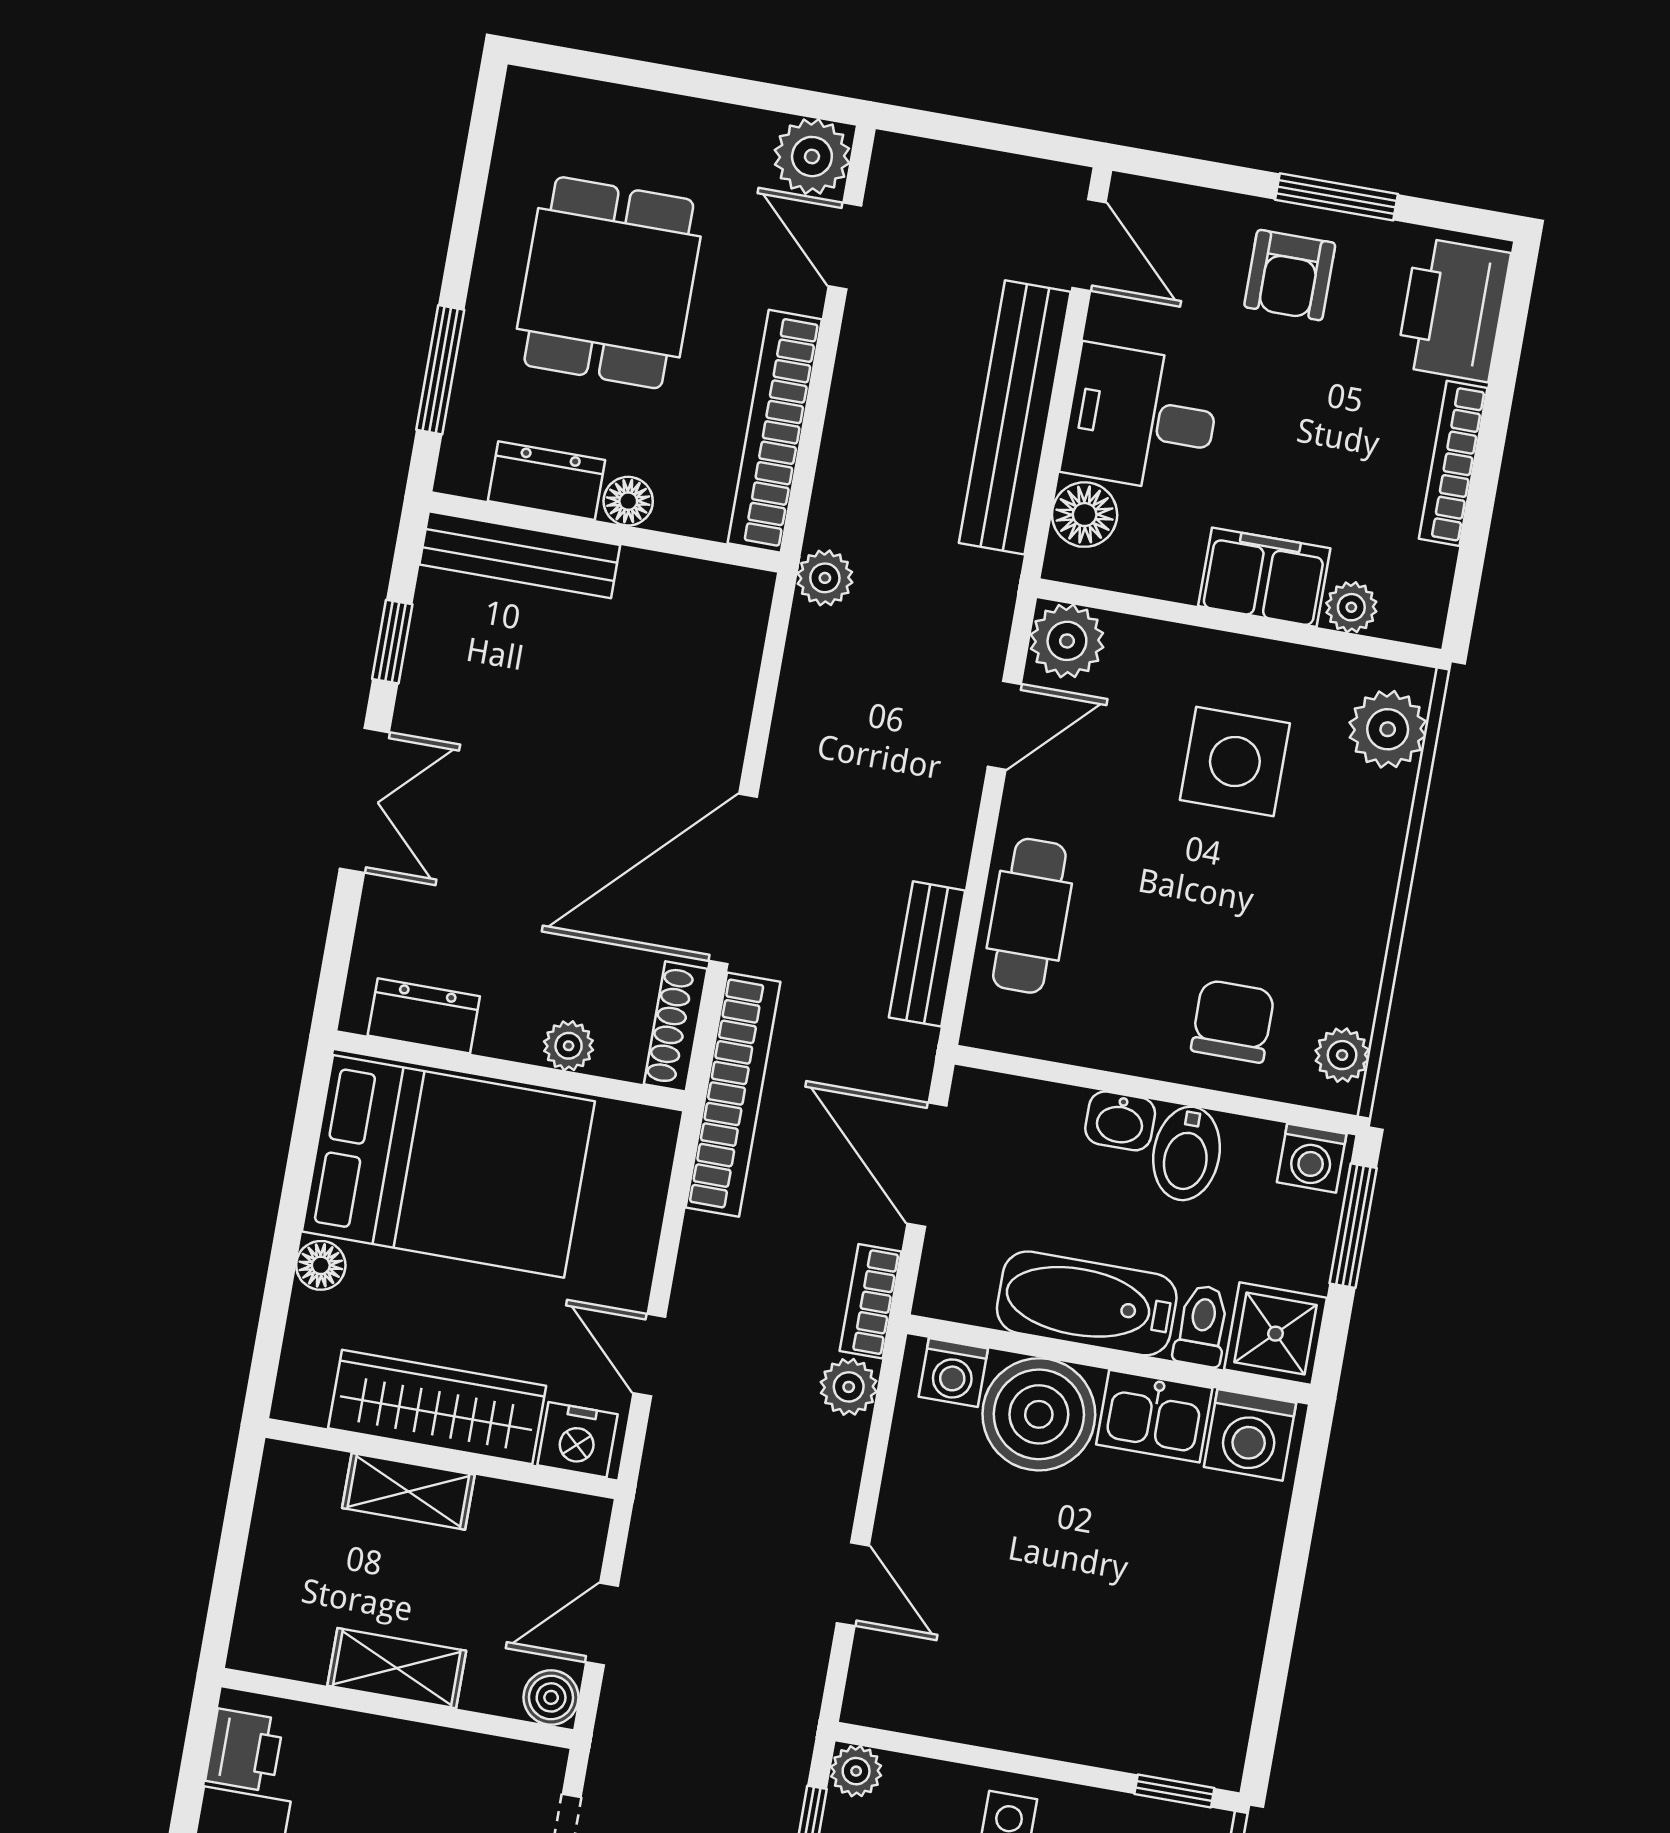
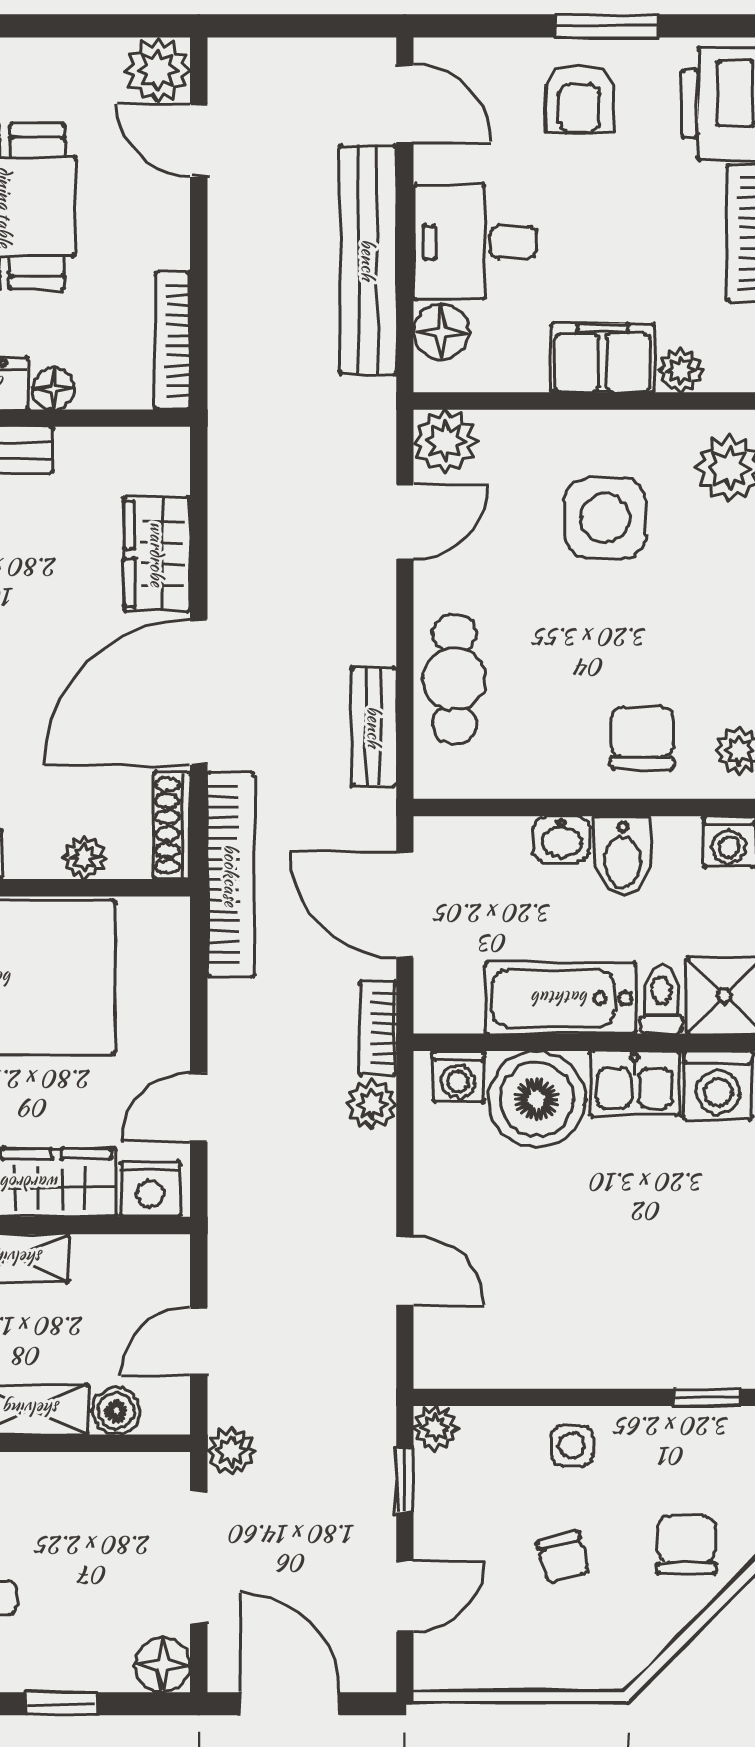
bookcase: (775, 431) -> (172, 341), width x0.68, depth x0.76
plant: (825, 578) -> (231, 1451), moved
wardrobe: (713, 712) -> (157, 554), added
door: (649, 1355) -> (199, 1107), hinge flipped
boiler: (551, 1697) -> (116, 1411), moved

